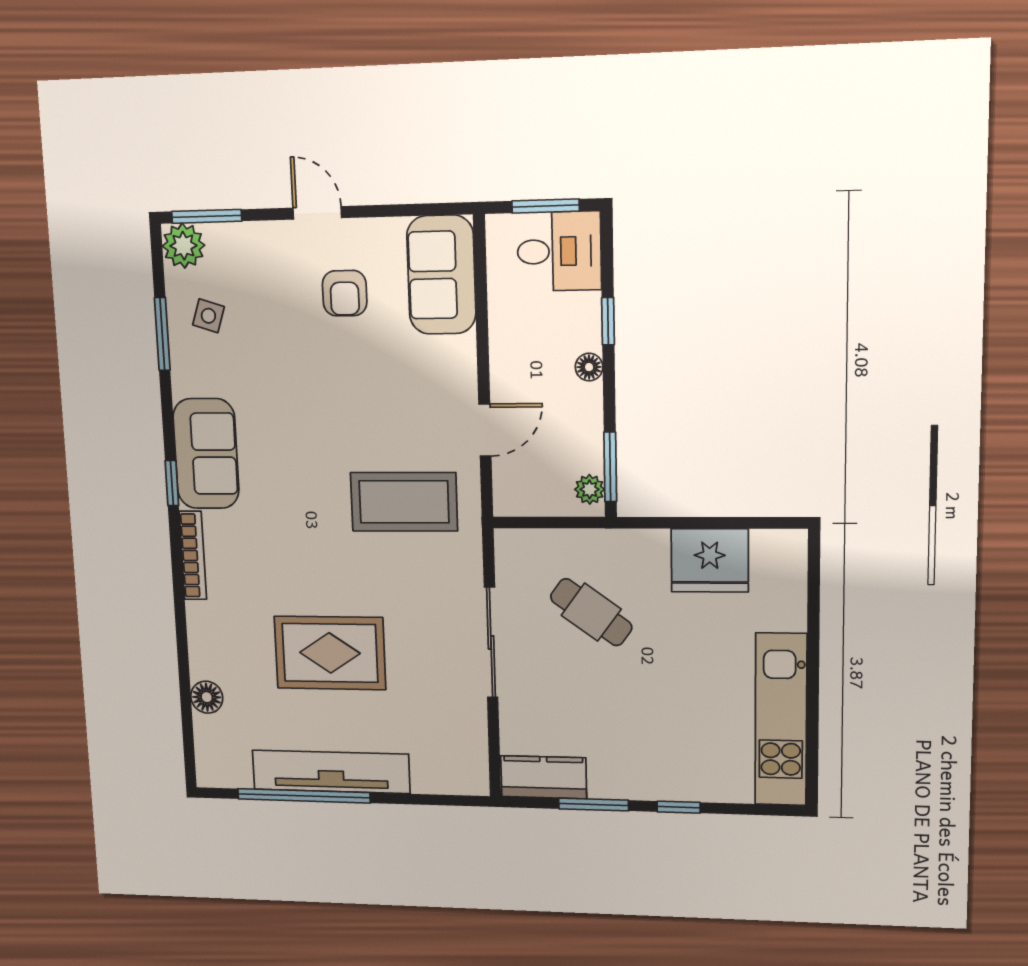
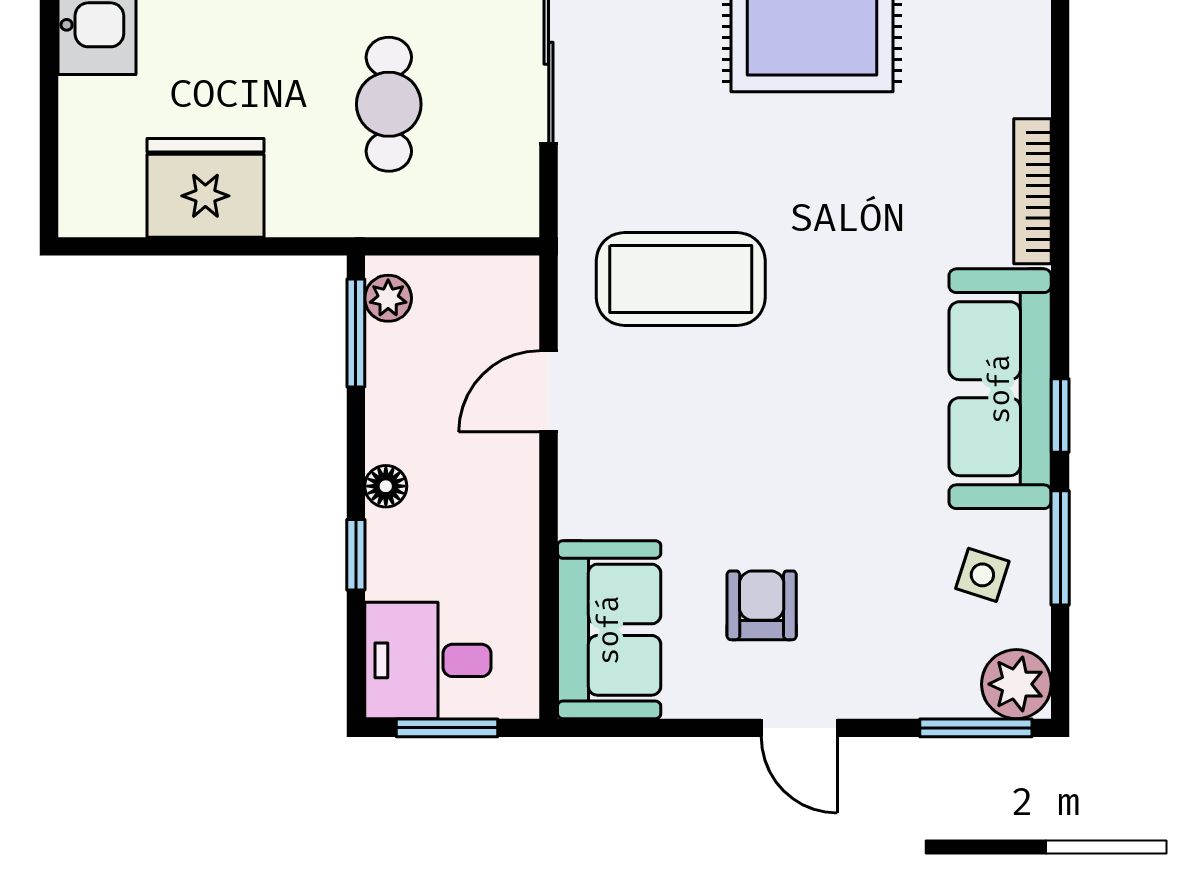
sofa: (206, 454) -> (1000, 389), width x1.36
window: (172, 483) -> (1060, 415), moved
cafe table: (591, 612) -> (389, 104), turned 54

